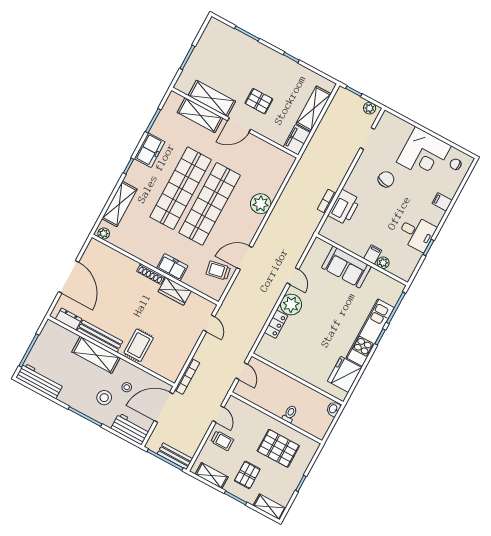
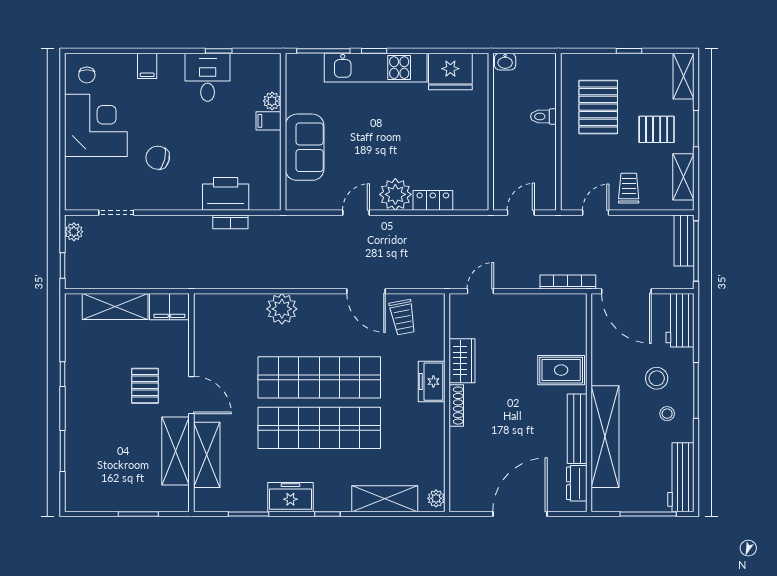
shelving: (96, 355) -> (605, 437), width x1.47
stool: (127, 387) -> (667, 414), moved

